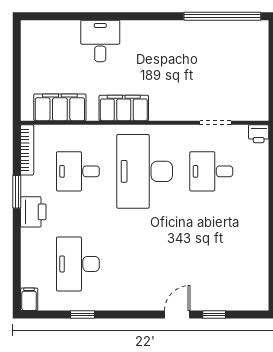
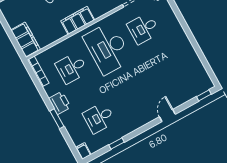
filing cabinet: (60, 107) -> (26, 40), moved, turned 90
window: (17, 192) -> (57, 119), moved
desk: (78, 264) -> (99, 118), width x0.73
window: (214, 315) -> (204, 95), moved

